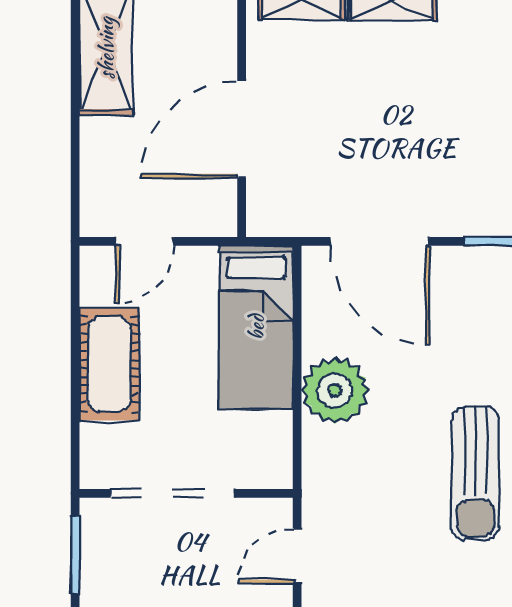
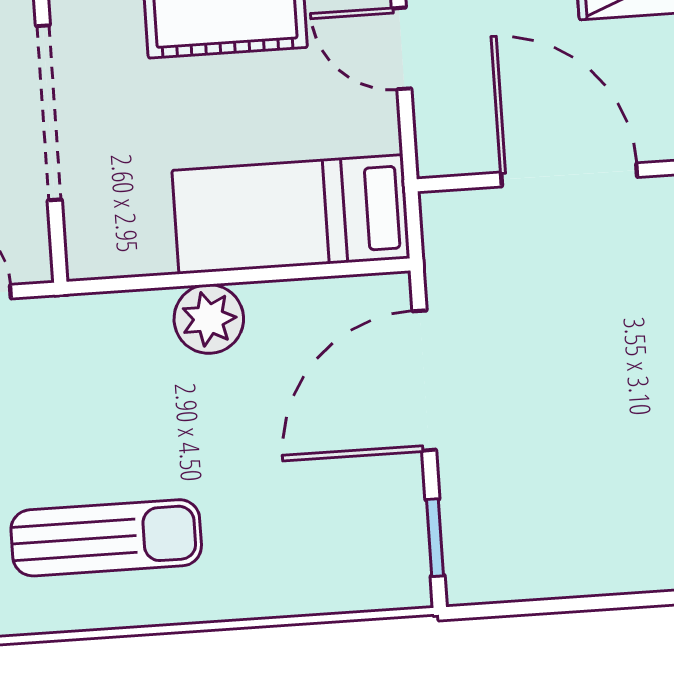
plant: (335, 390) -> (209, 319), width x0.73, depth x0.73
sun lounger: (475, 473) -> (106, 538), turned 180

